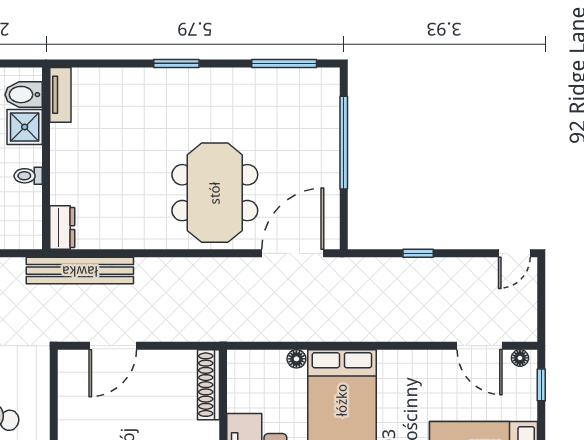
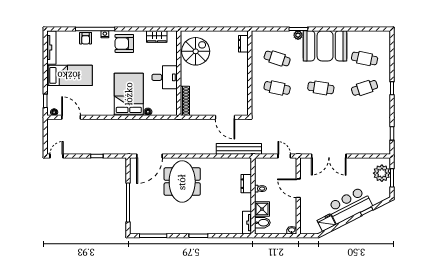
dresser: (62, 228) -> (246, 184), moved
door: (113, 346) -> (225, 117), swing flipped

